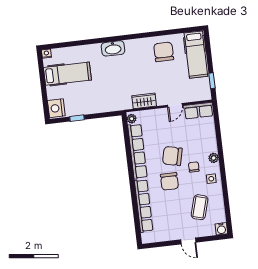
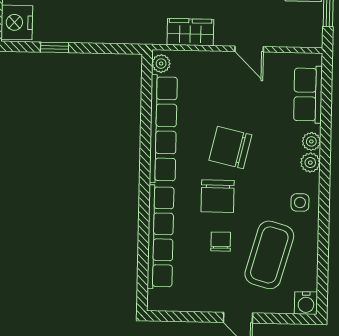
door: (175, 105) -> (249, 49), hinge flipped
row of seats: (198, 111) -> (308, 95), moved, turned 90
plant: (213, 147) -> (311, 141), added
chair: (194, 167) -> (221, 242), moved
coffee table: (200, 207) -> (269, 255), width x1.36, depth x1.32

